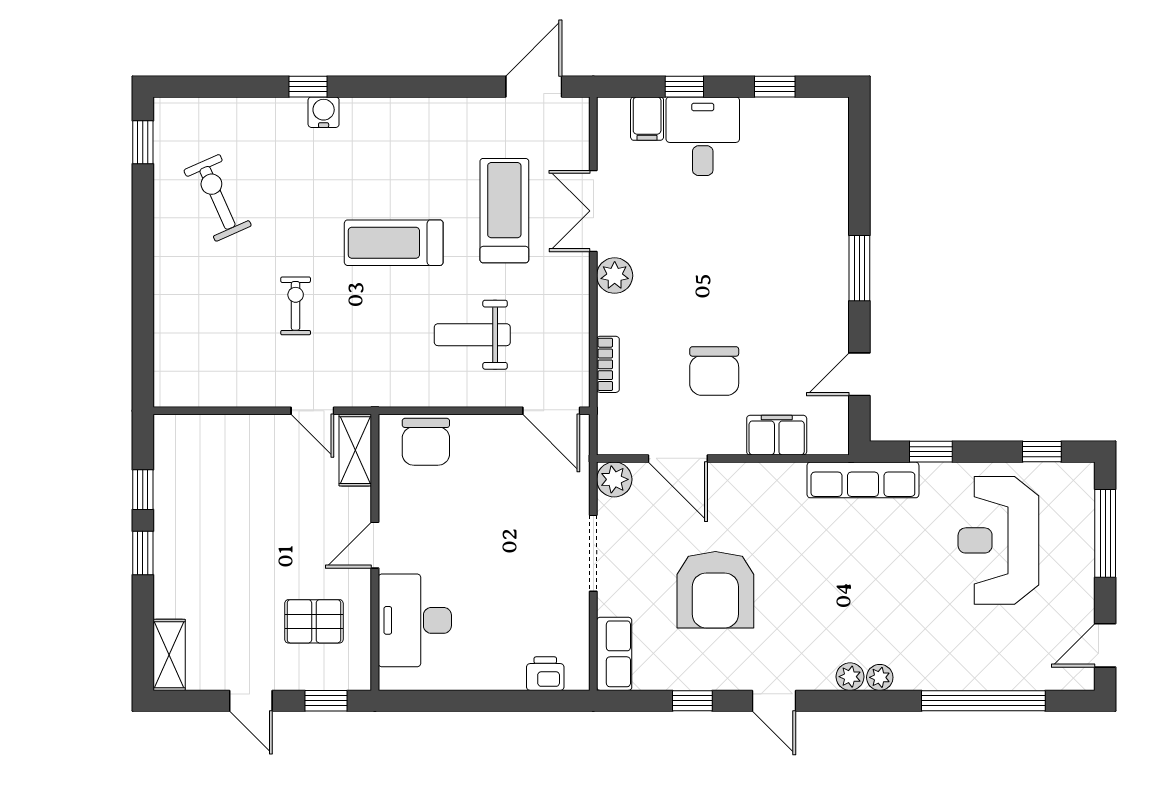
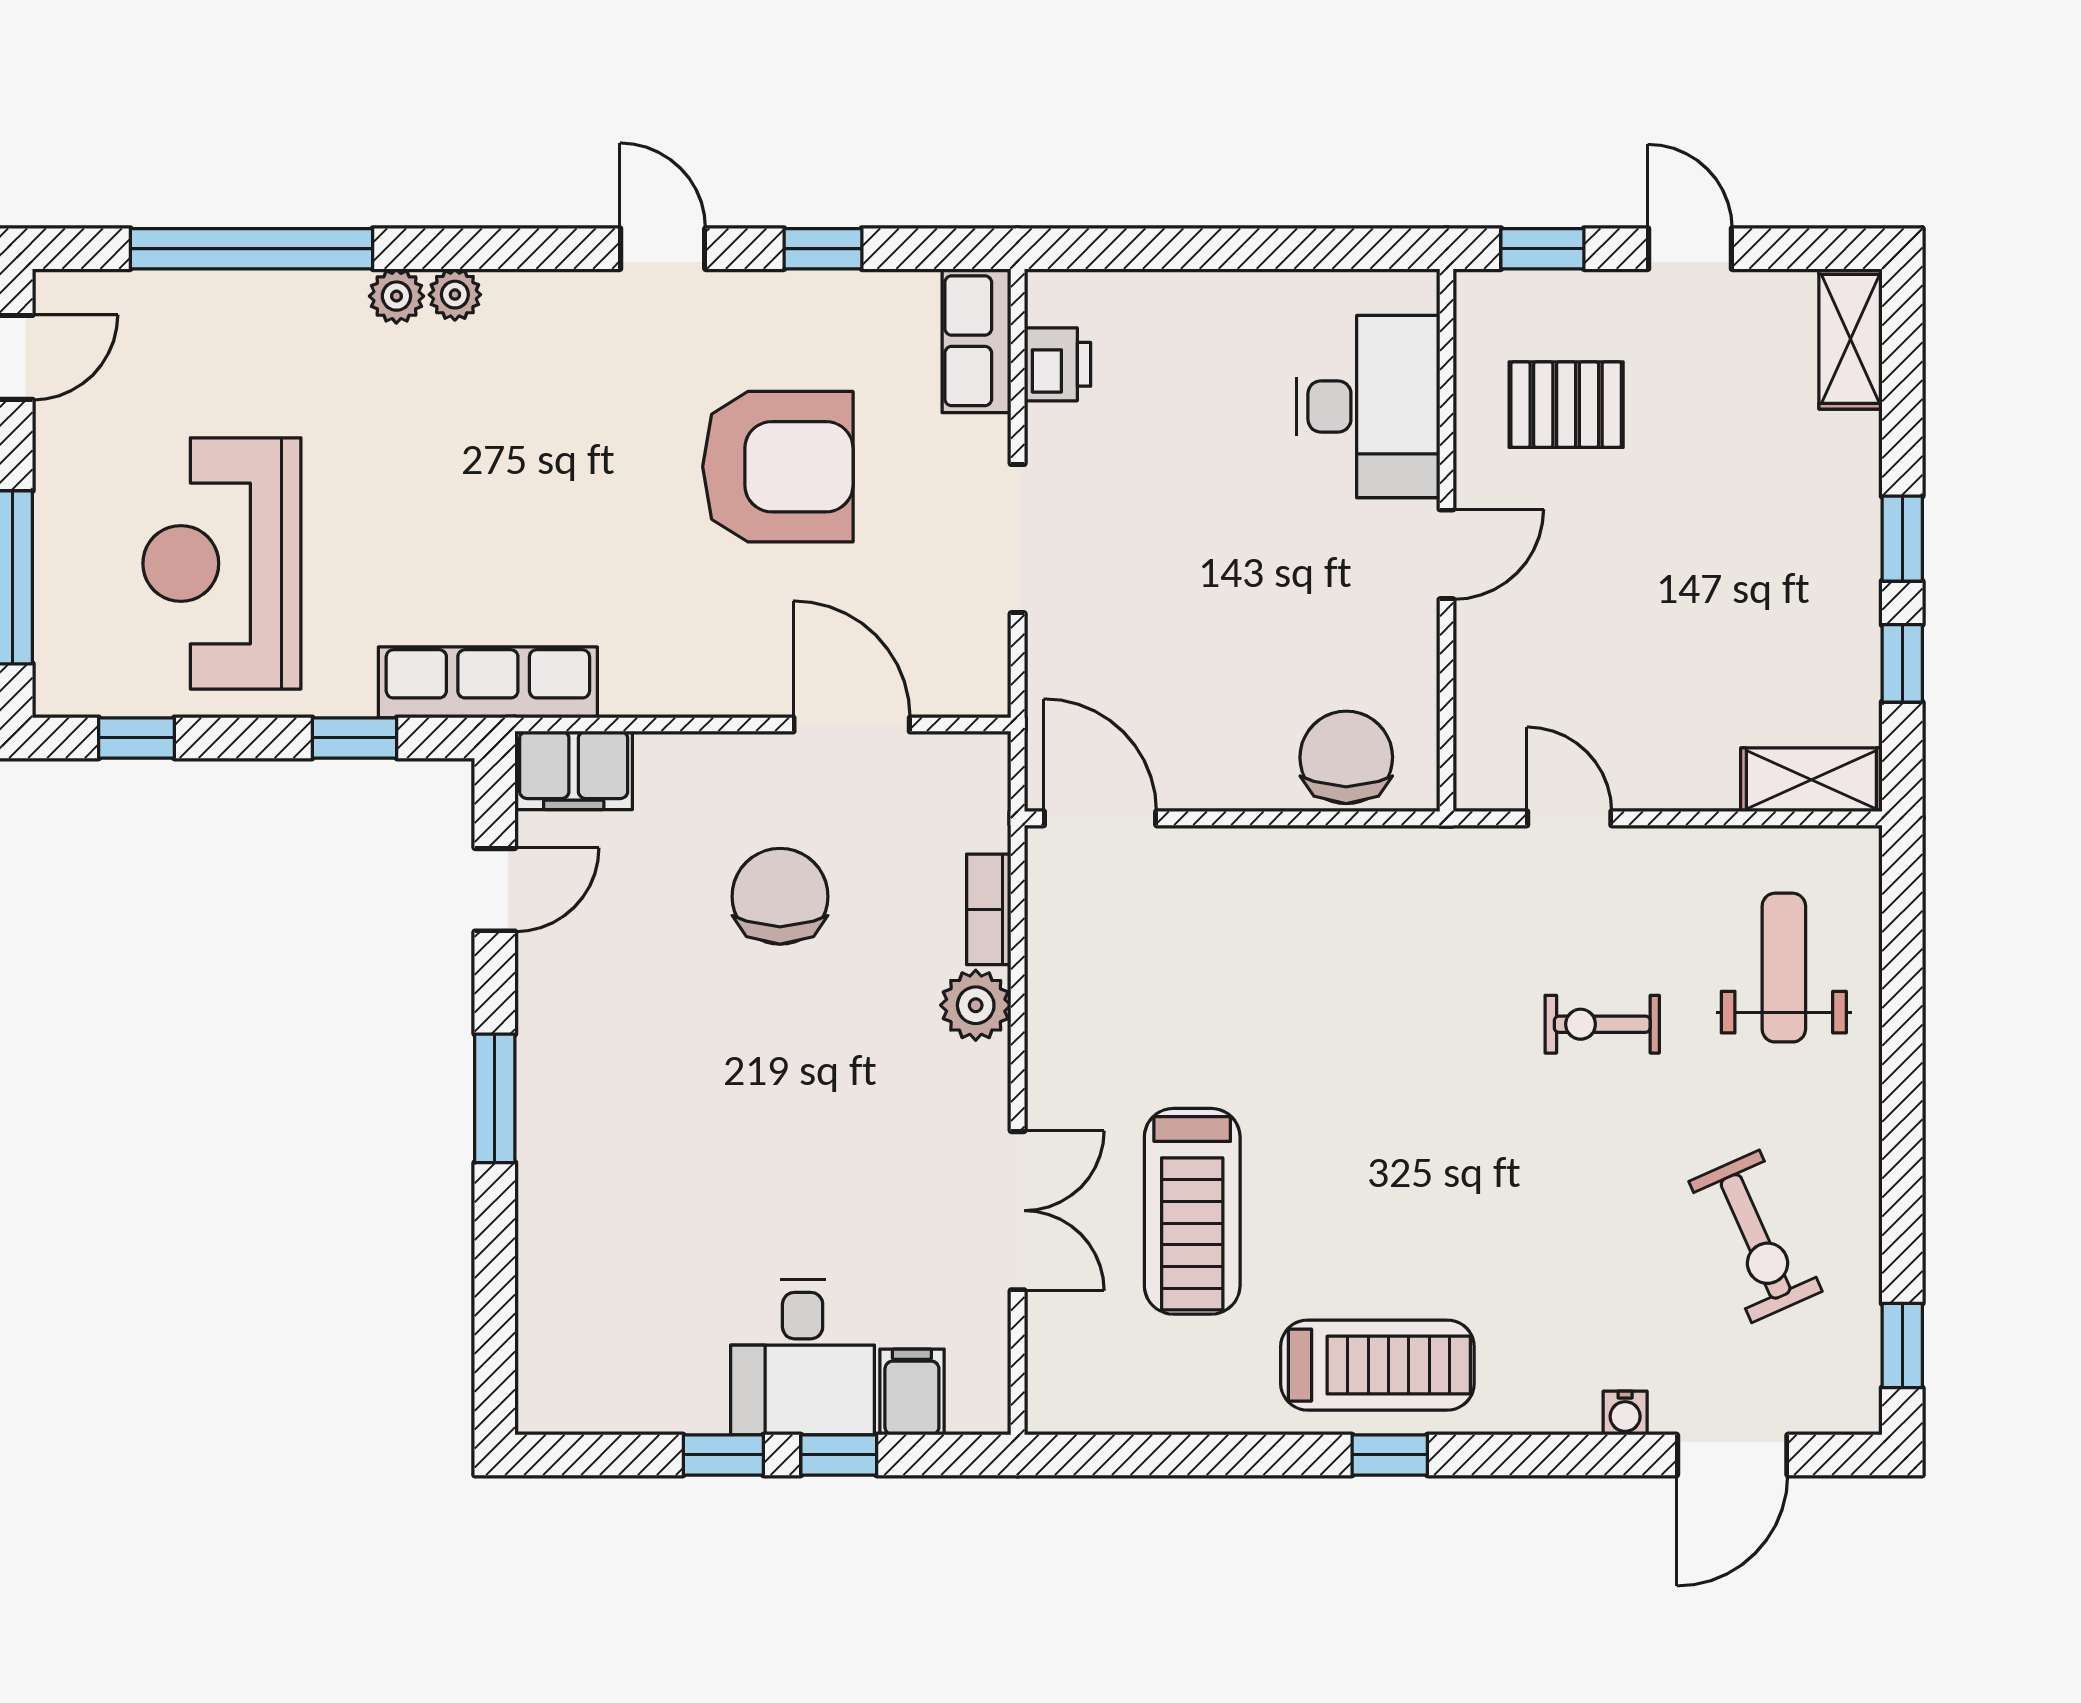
window: (308, 87) -> (1390, 1455), moved
door: (534, 87) -> (1732, 1455), moved
window: (775, 87) -> (723, 1455), moved
water cooler: (324, 112) -> (1625, 1413), moved, width x0.72, depth x0.72
treadmill: (394, 243) -> (1377, 1365), moved
plant: (615, 276) -> (976, 1005), moved
exercise bike: (296, 306) -> (1602, 1024), turned 90
weight bench: (472, 335) -> (1784, 968), moved, turned -90
filing cabinet: (777, 435) -> (574, 770), moved
shelving: (355, 450) -> (1811, 780), moved, turned 90
plant: (614, 479) -> (976, 683), removed
reception desk: (998, 540) -> (222, 563), turned 180
armchair: (715, 590) -> (778, 467), turned 90
printer: (545, 674) -> (1057, 364), moved, turned -90
plant: (850, 677) -> (396, 296), moved

